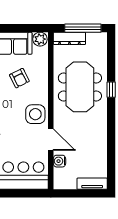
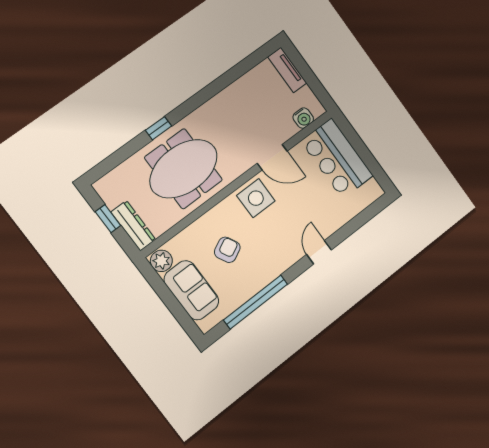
window: (83, 28) -> (108, 219), width x0.46
door: (51, 140) -> (272, 157), swing flipped
water cooler: (59, 161) -> (303, 118), moved

